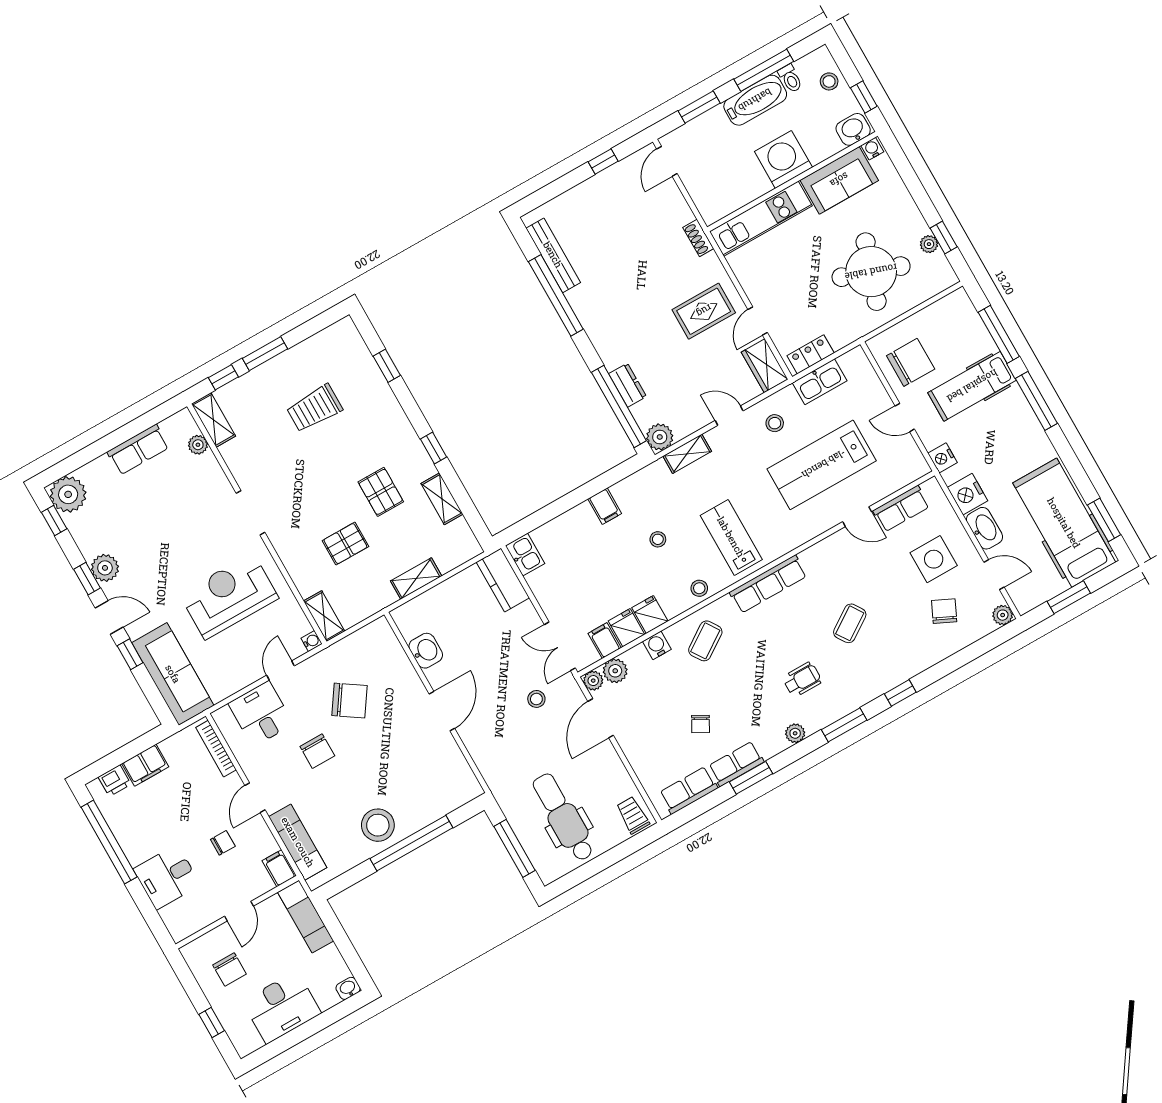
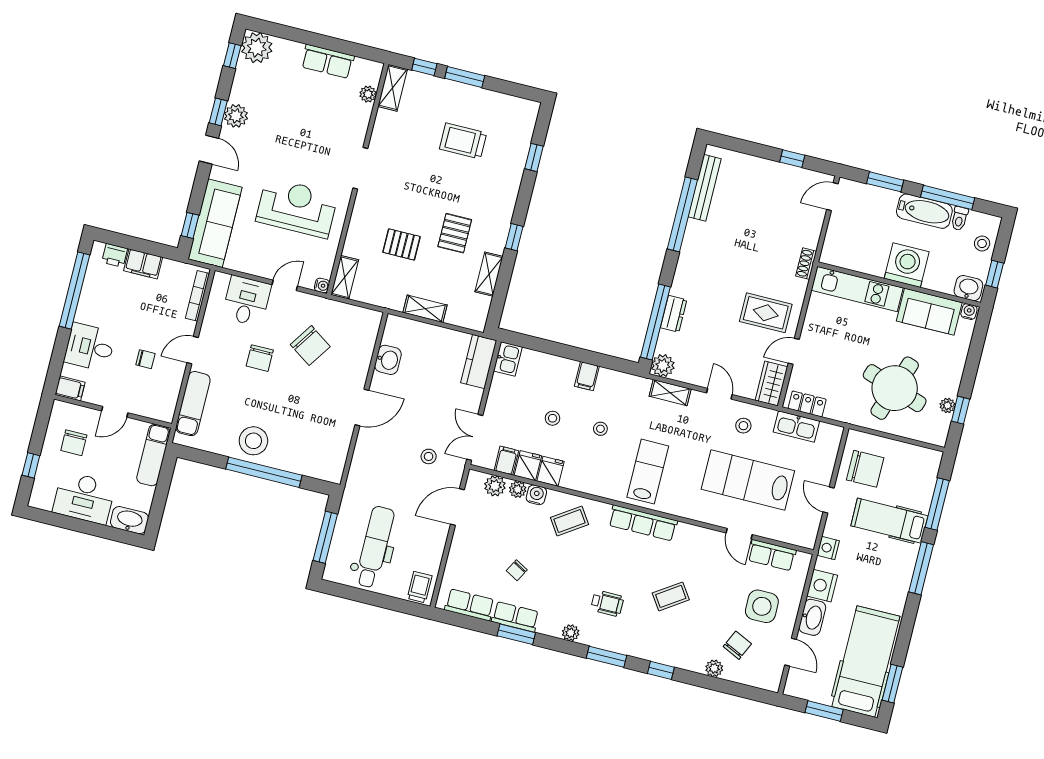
stool: (699, 588) -> (553, 418), moved
plant: (1003, 615) -> (714, 668), moved
window: (130, 654) -> (190, 225), moved
plant: (593, 681) -> (518, 489), moved
filing cabinet: (279, 868) -> (70, 388), moved, turned 90
washbasin: (348, 988) -> (129, 520), width x1.91, depth x1.45

